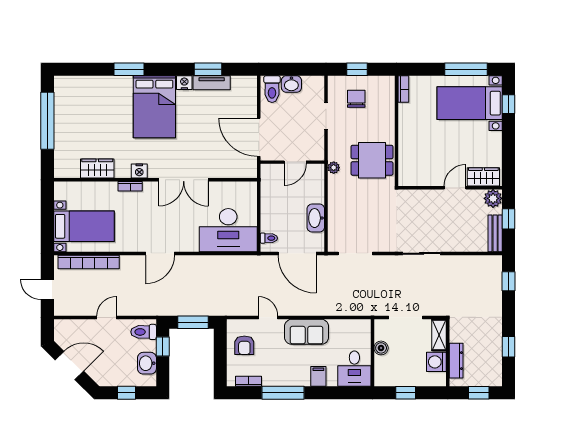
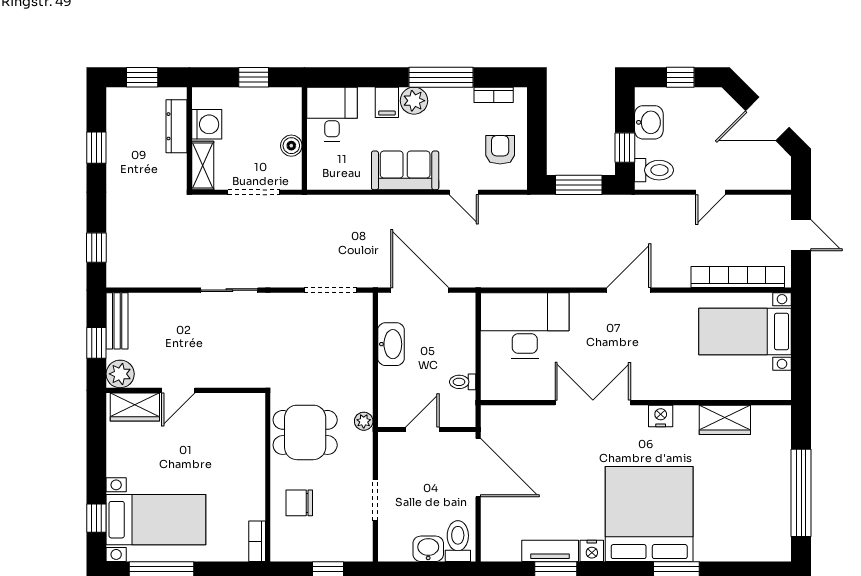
chair: (356, 99) -> (299, 503), moved, turned 90
bed: (154, 107) -> (649, 514), width x1.36
bookcase: (130, 186) -> (675, 393), removed
toilet: (269, 238) -> (463, 382), moved
plant: (301, 377) -> (414, 101), added

